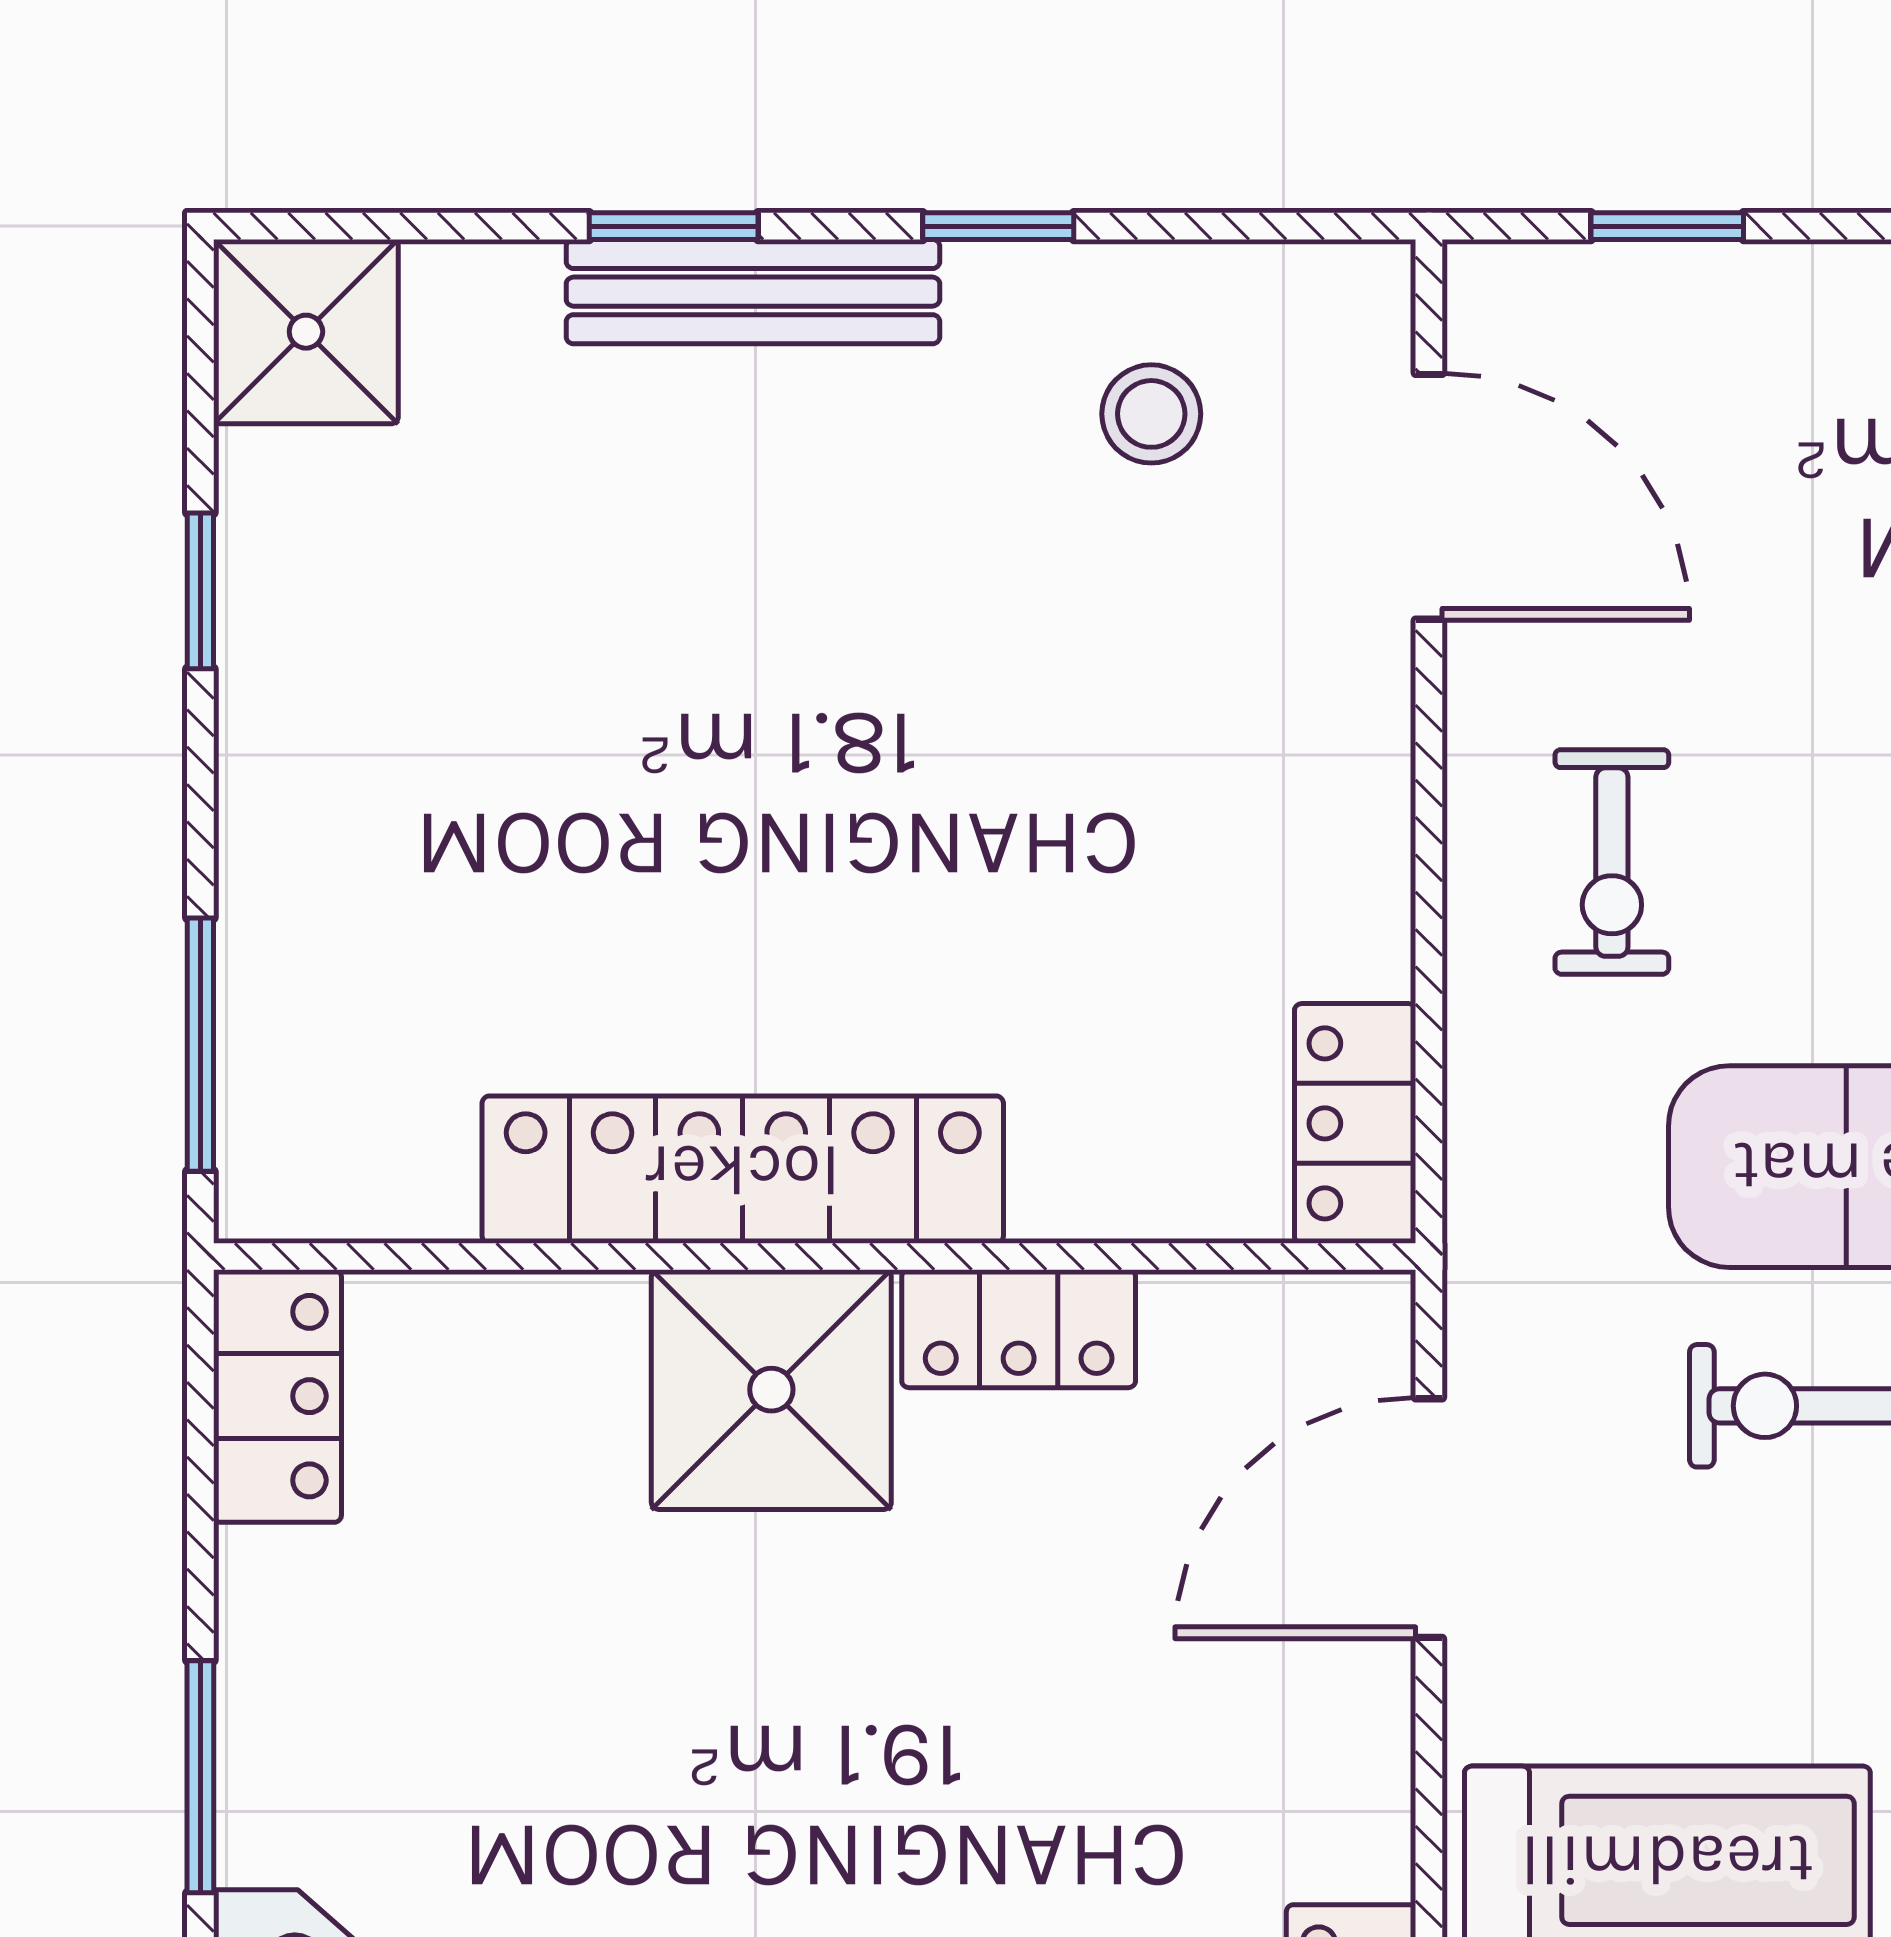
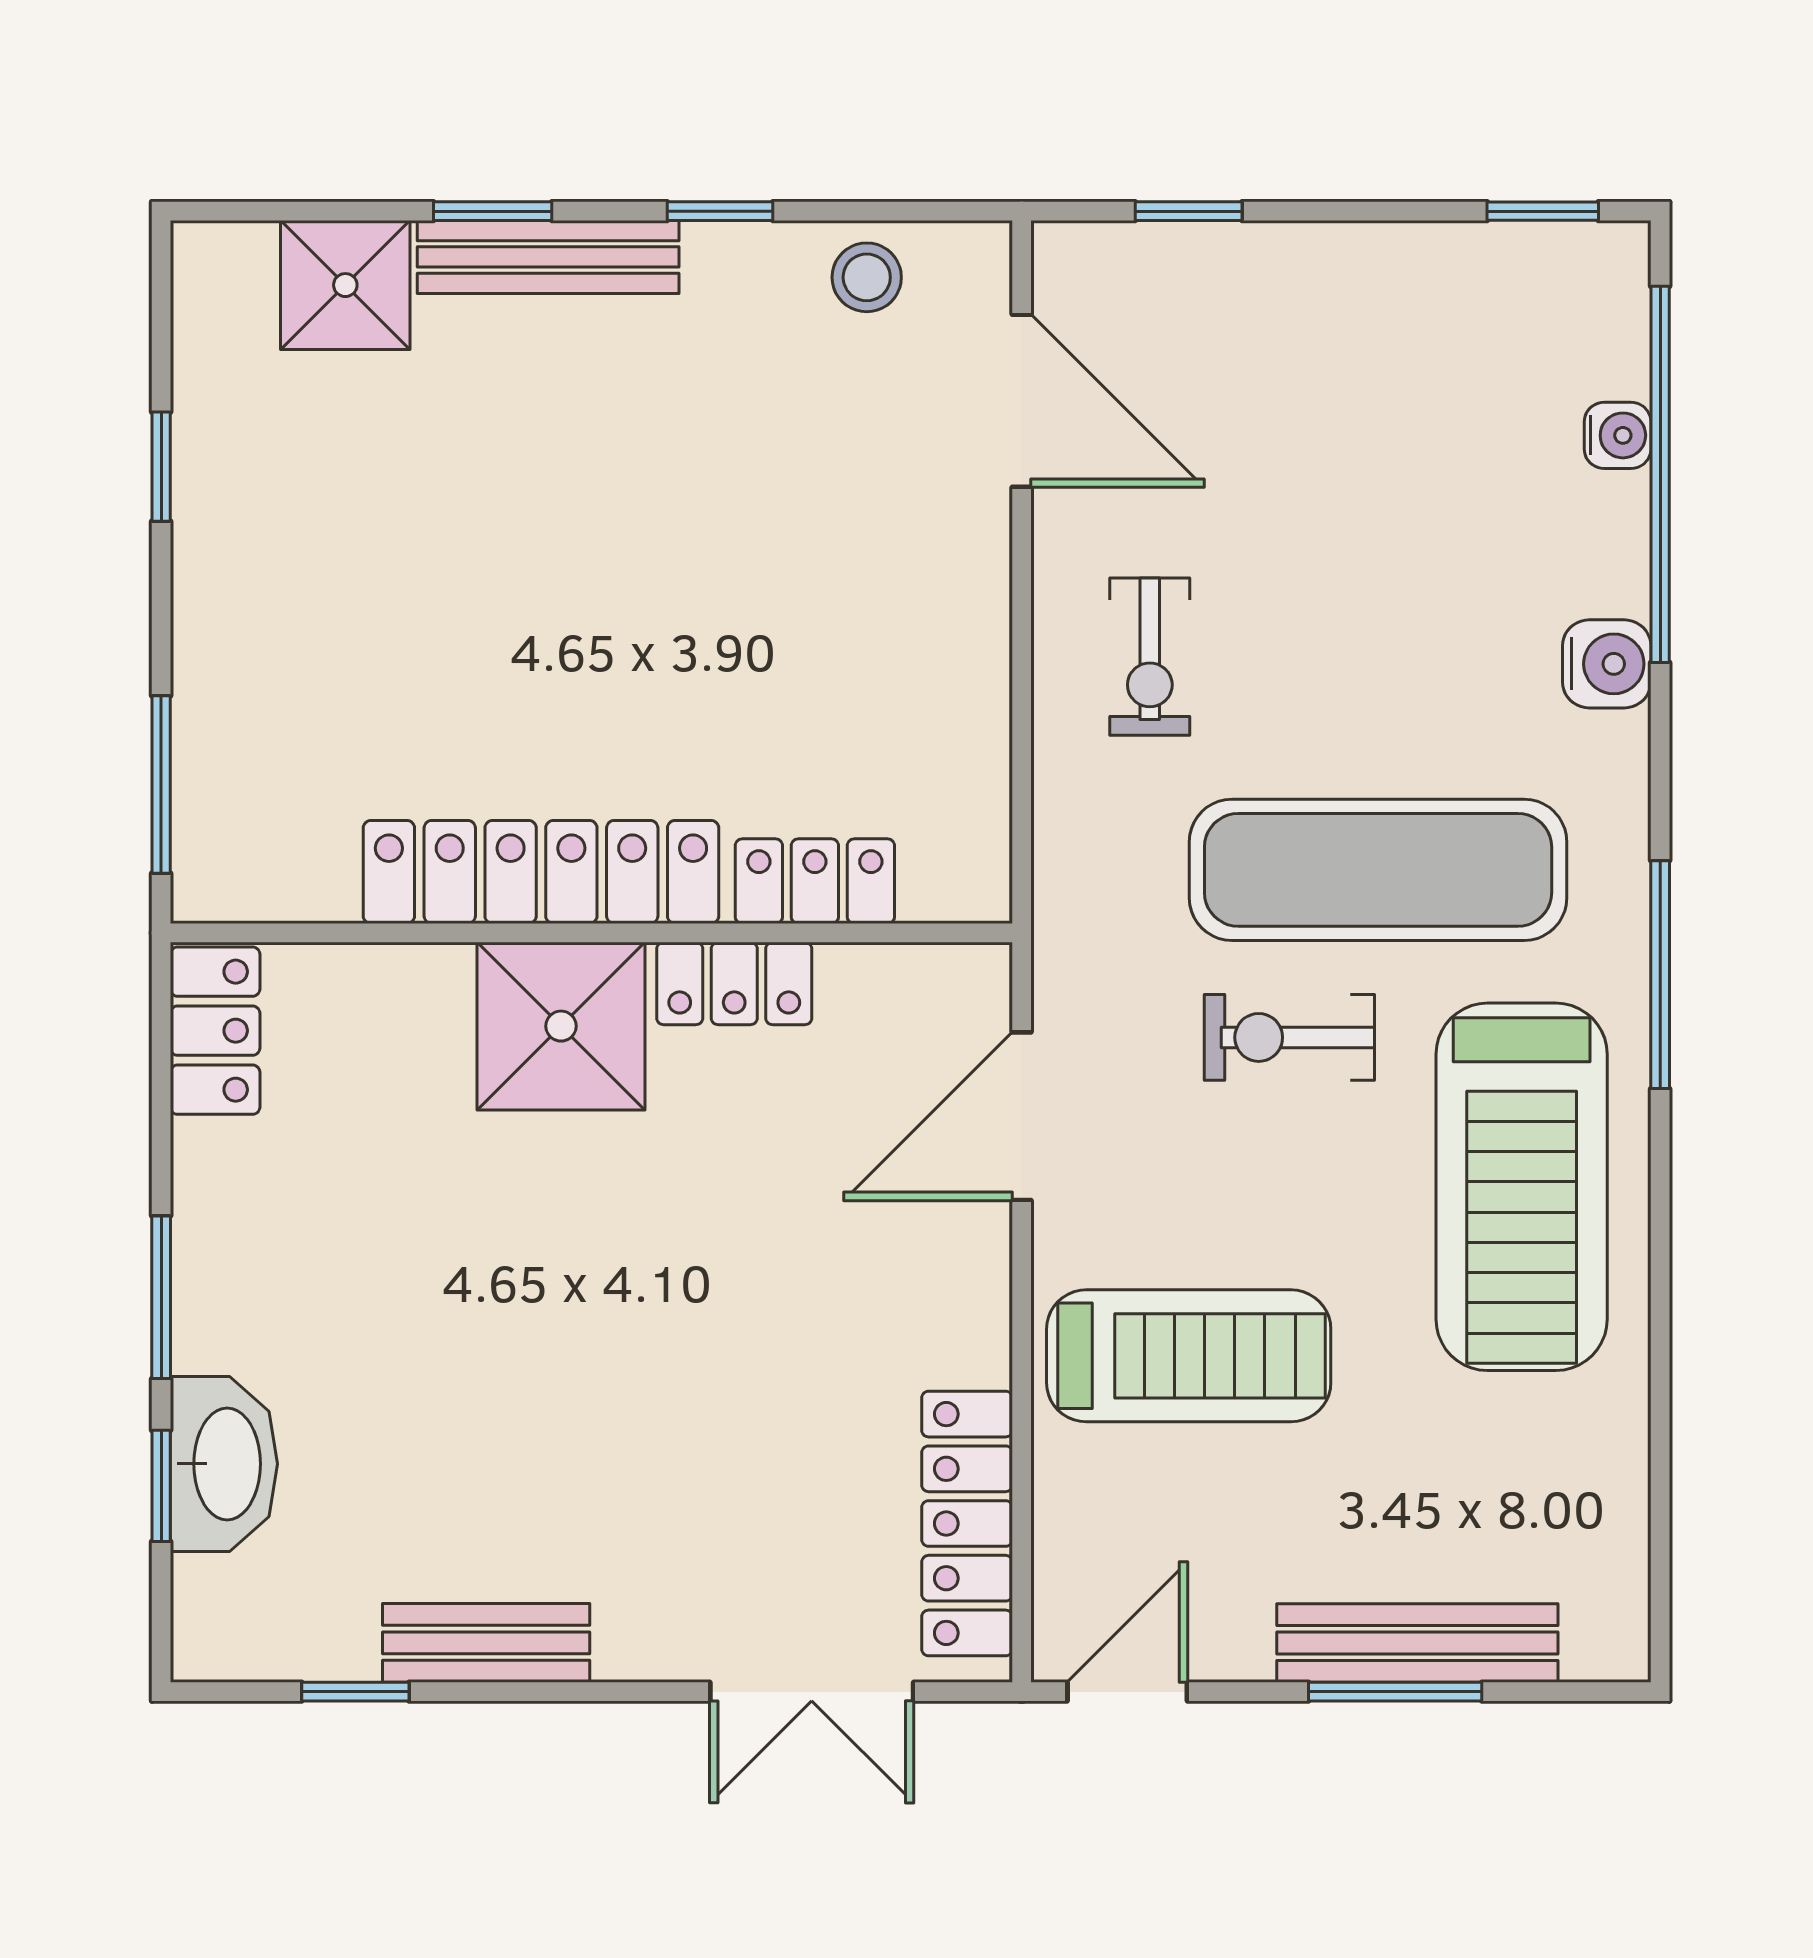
shower: (306, 332) -> (345, 285), moved
stool: (1151, 414) -> (867, 277), moved
locker: (1355, 1123) -> (815, 881), moved, turned 90

